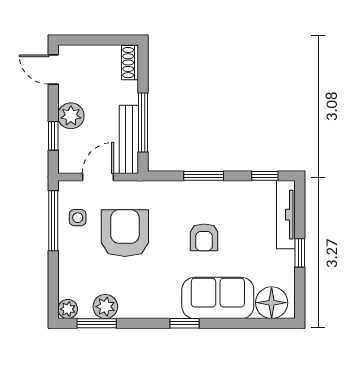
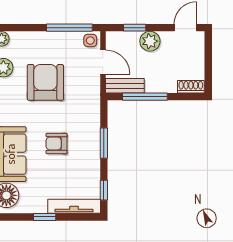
bench: (129, 139) -> (125, 86), width x0.73
side table: (78, 218) -> (90, 41), moved
armchair: (125, 233) -> (45, 82), moved, turned -90

